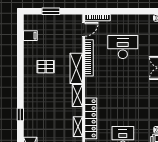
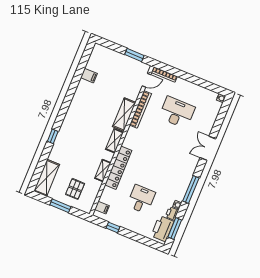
window: (51, 11) -> (134, 55), moved
filing cabinet: (30, 36) -> (89, 76), moved
pallet: (46, 67) -> (96, 101), removed

